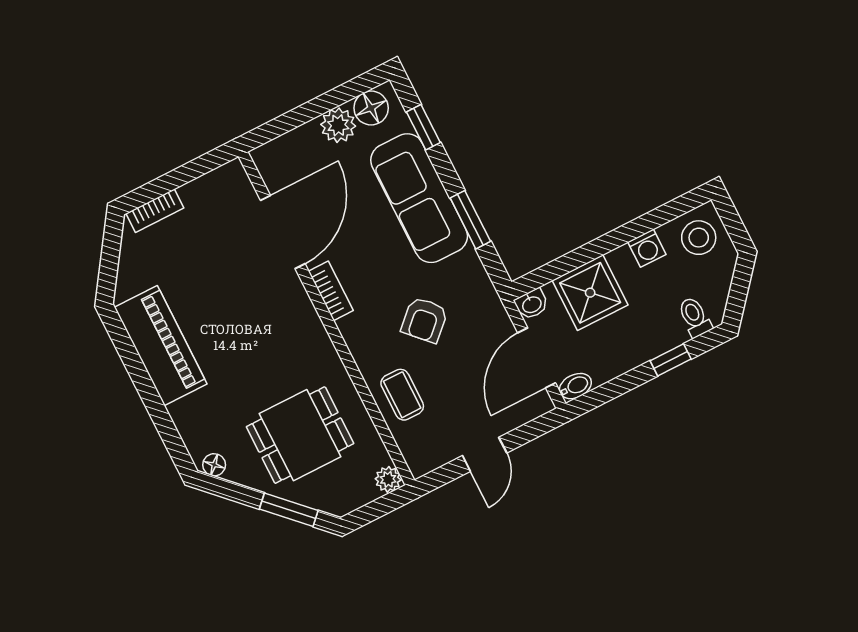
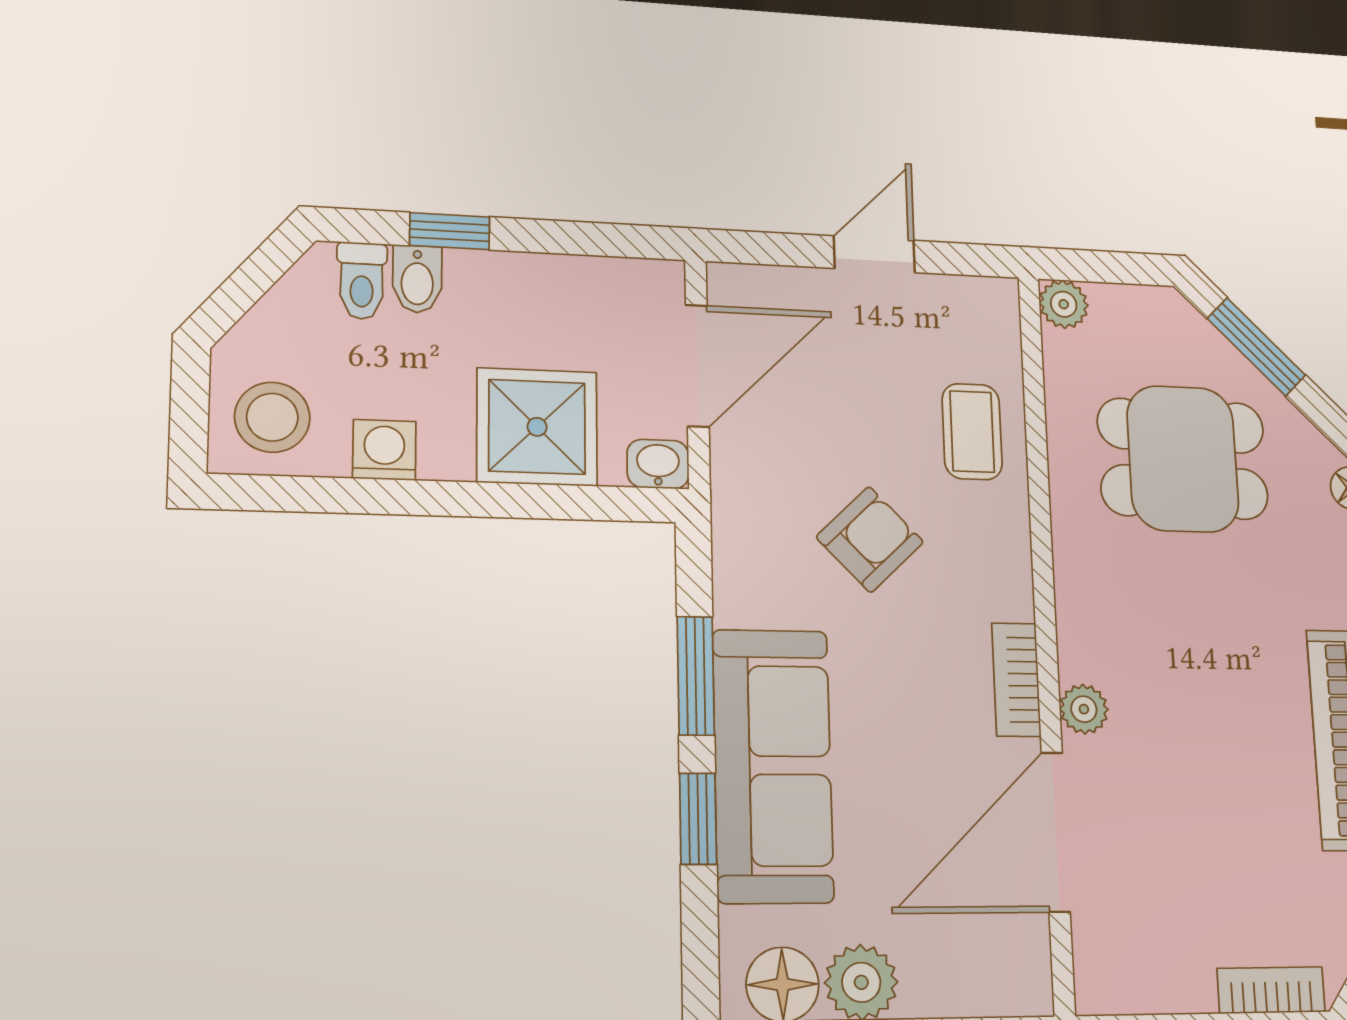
window: (423, 127) -> (698, 819), moved
plant: (294, 293) -> (1084, 709), added
bidet: (575, 386) -> (417, 279), moved, turned -90

